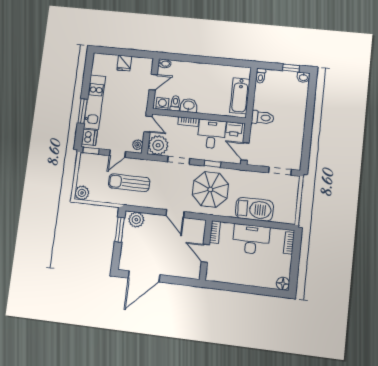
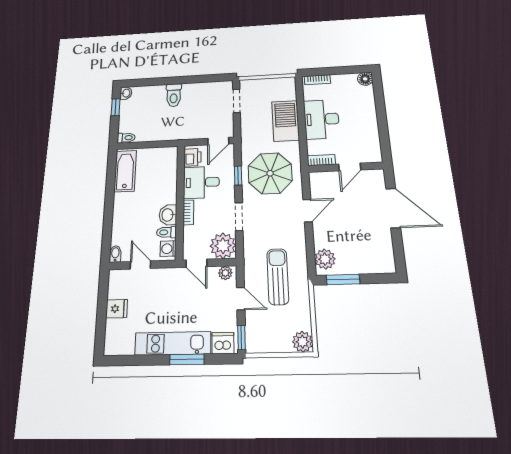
bathtub: (240, 96) -> (125, 171), moved, turned -90
toilet: (263, 118) -> (174, 95), moved, turned 180
door: (148, 124) -> (196, 263), swing flipped
sun lounger: (129, 183) -> (278, 277), turned 180
door: (144, 276) -> (393, 208), moved

